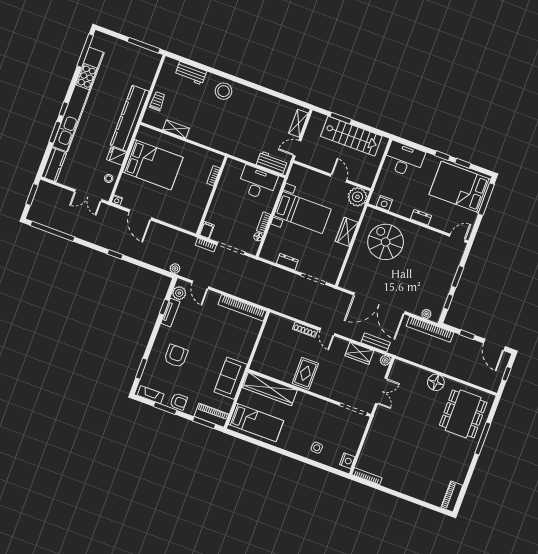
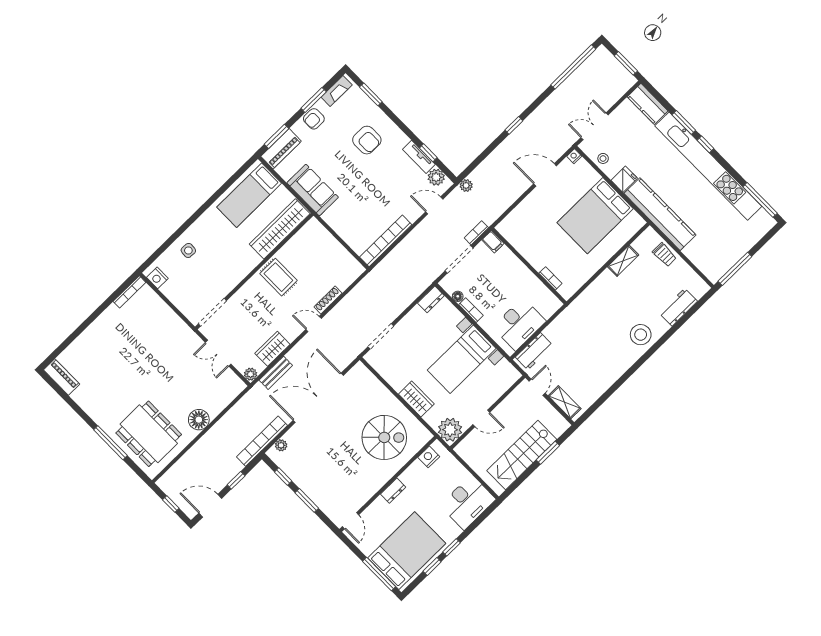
dresser: (287, 262) -> (431, 299), moved

